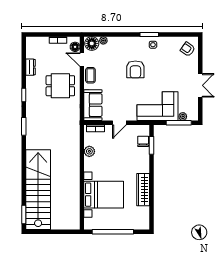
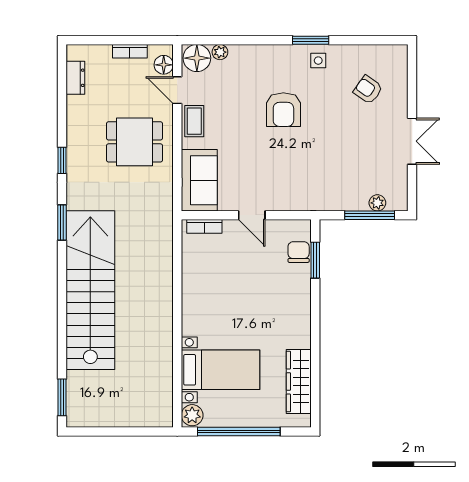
armchair: (188, 49) -> (368, 90), moved
dresser: (31, 67) -> (75, 78), moved
corner sofa: (157, 106) -> (327, 182), removed
door: (119, 123) -> (252, 215), hinge flipped
plant: (89, 151) -> (192, 415), moved
stairs: (38, 190) -> (90, 290), moved
wardrobe: (143, 190) -> (299, 382), moved
bed with nightstands: (104, 195) -> (221, 370), width x0.73

